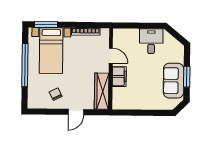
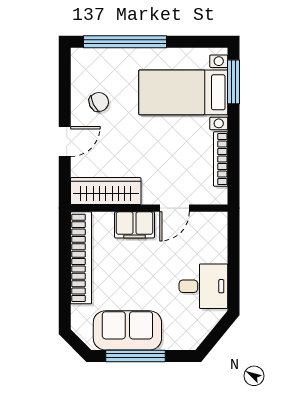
window: (25, 65) -> (125, 42), moved
window: (187, 77) -> (135, 356), width x1.44
bookcase: (136, 104) -> (81, 258), added
door: (76, 112) -> (65, 142), swing flipped

